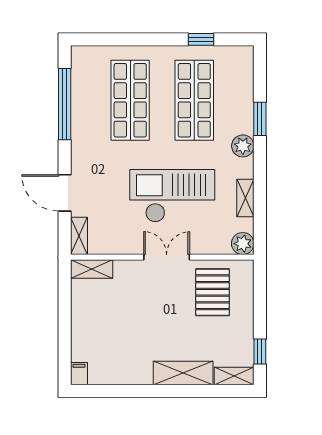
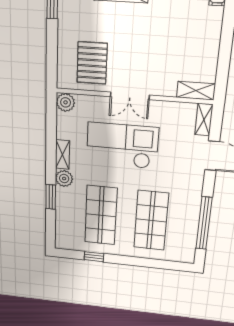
checkout: (172, 196) -> (122, 146), turned 180
shelving: (245, 198) -> (62, 155), moved

